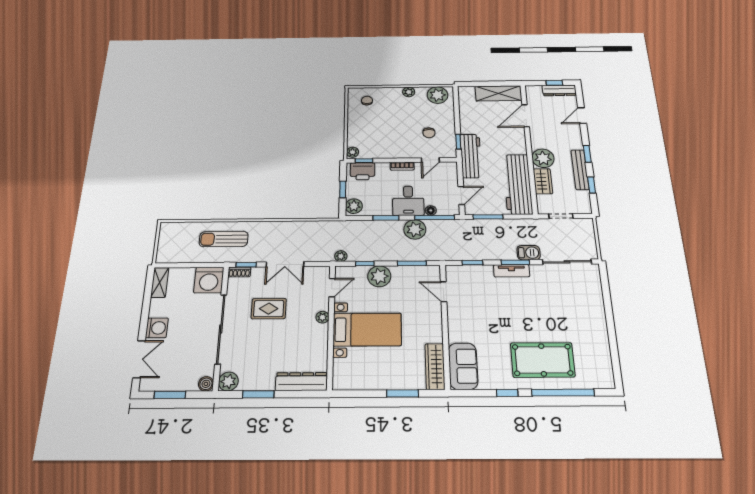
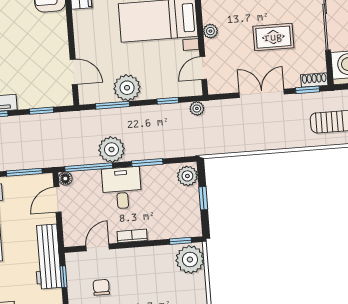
plant: (353, 152) -> (190, 260), width x1.88, depth x1.88
printer: (363, 171) -> (181, 226), removed
floor lamp: (431, 210) -> (65, 179), moved
plant: (379, 276) -> (127, 88), moved

